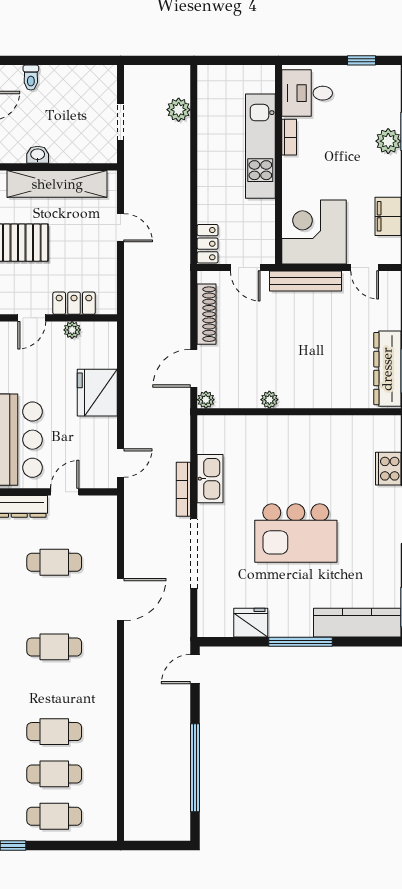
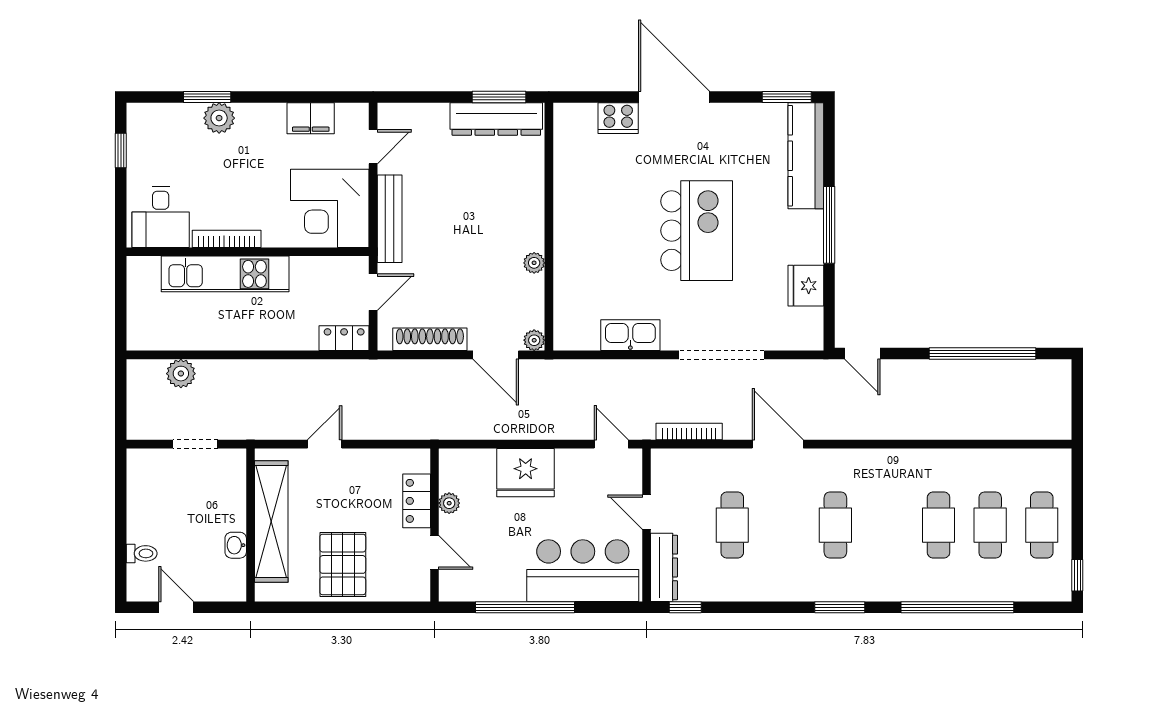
bookcase: (289, 137) -> (227, 239), width x1.56
bookcase: (183, 489) -> (689, 432), moved, turned 180

